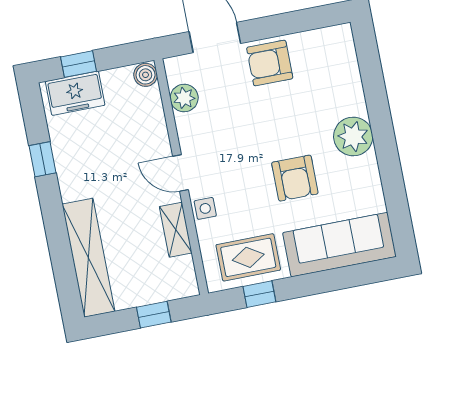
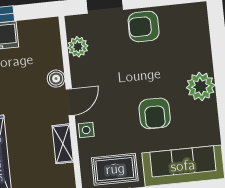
boiler: (146, 75) -> (56, 79), moved
door: (181, 173) -> (70, 102), swing flipped

